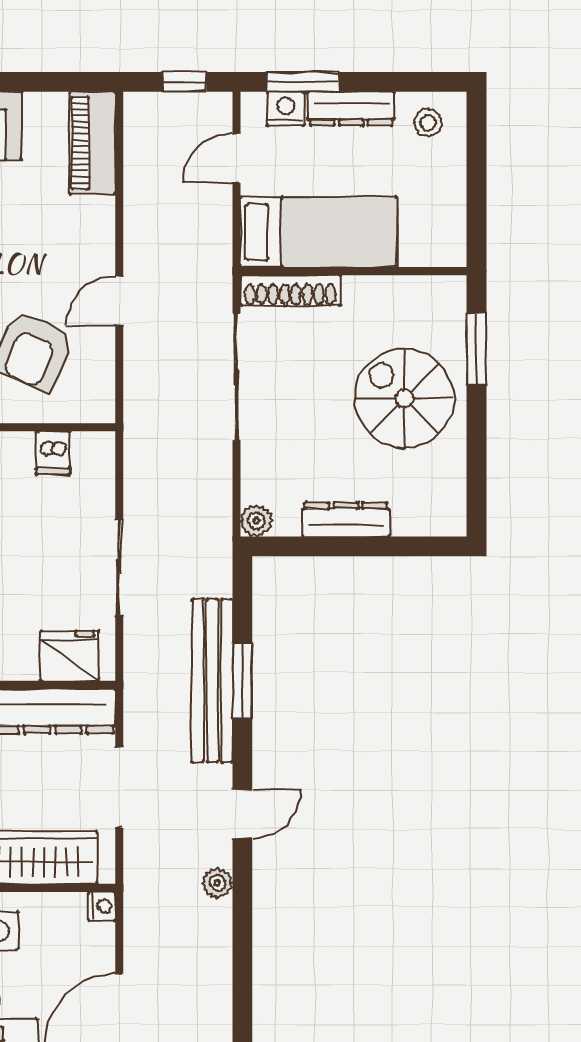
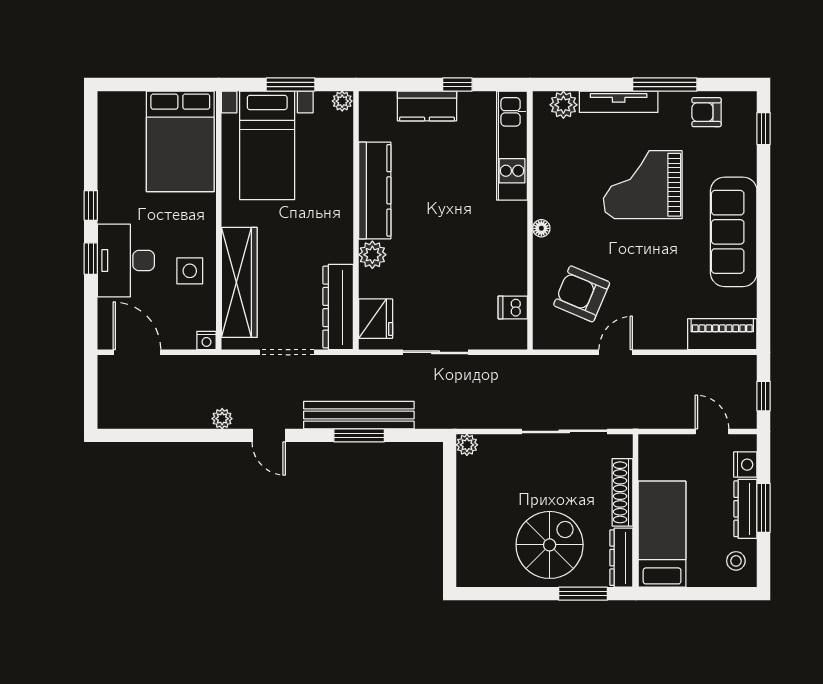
window: (303, 82) -> (764, 508), moved
bed: (319, 232) -> (662, 534), moved, turned 180
shoe rack: (290, 290) -> (623, 492), moved
door: (119, 301) -> (616, 352), hinge flipped
dresser: (346, 520) -> (621, 558), moved, turned 180

